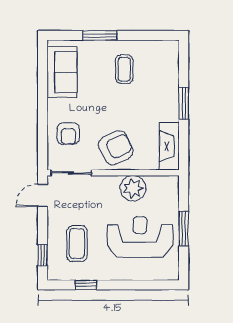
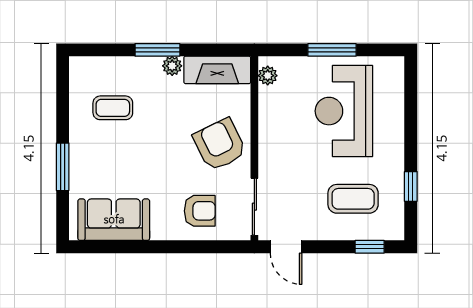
coffee table: (124, 69) -> (113, 108), moved
plant: (172, 114) -> (172, 66), added
plant: (133, 188) -> (268, 76), moved, width x0.53, depth x0.53

